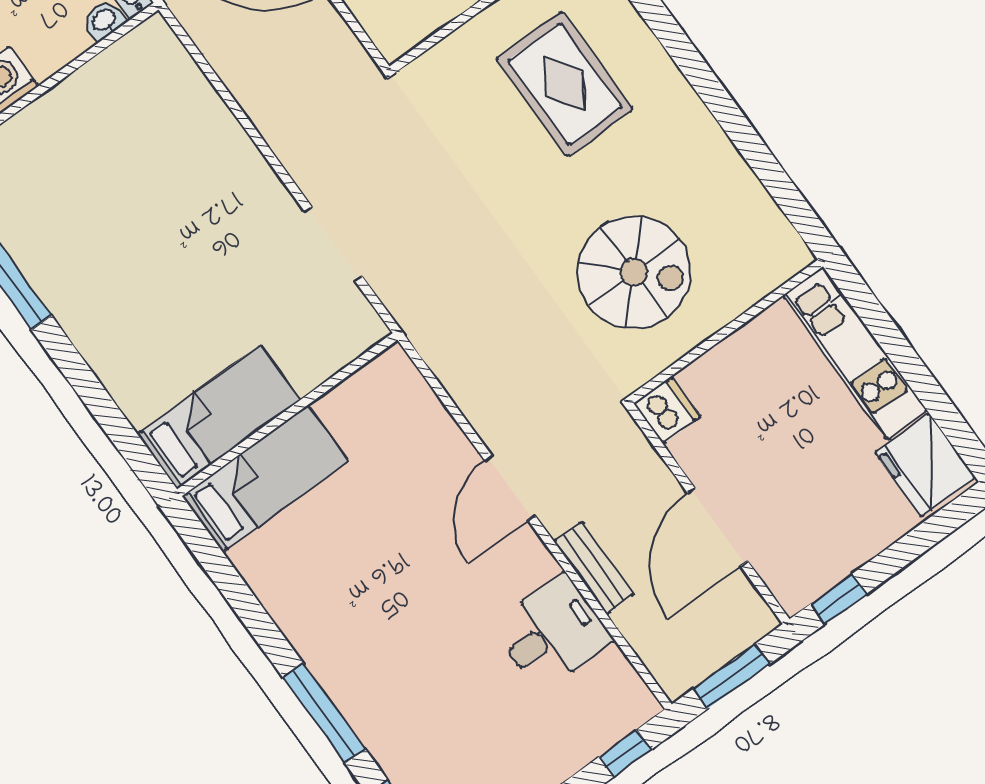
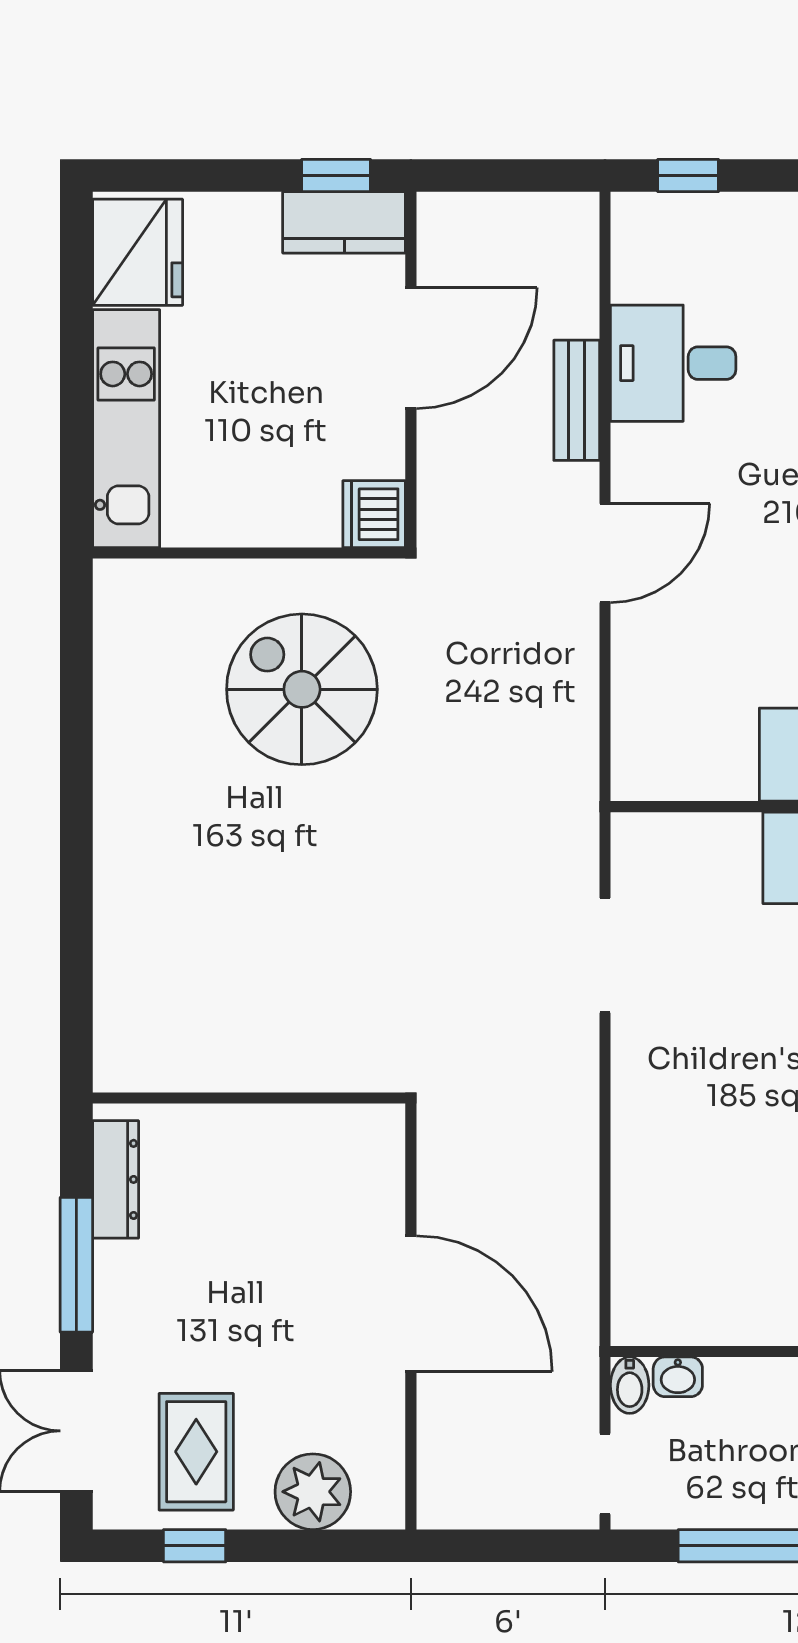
rug: (564, 84) -> (230, 947), removed
kitchen counter: (813, 574) -> (344, 222), added
window: (731, 676) -> (513, 175), removed

